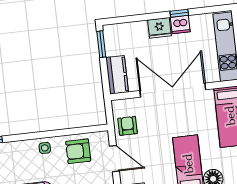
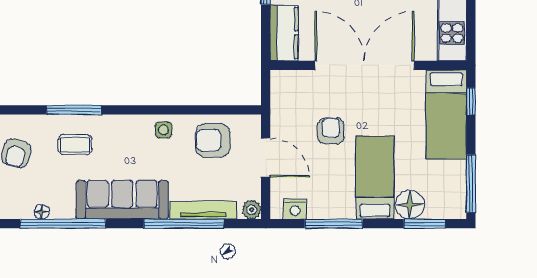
armchair: (128, 126) -> (331, 131), moved

